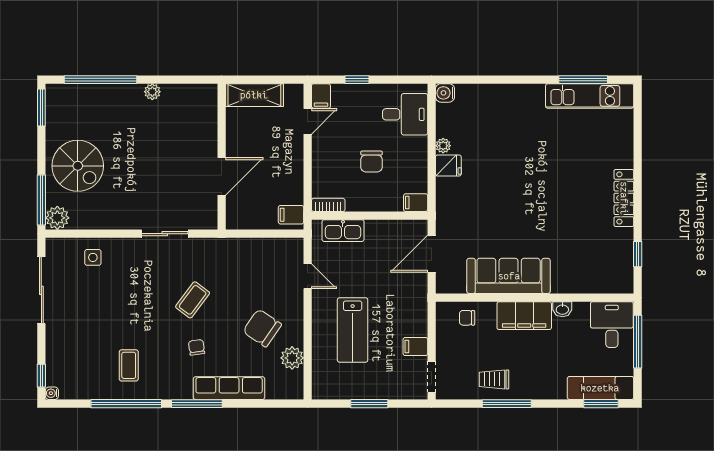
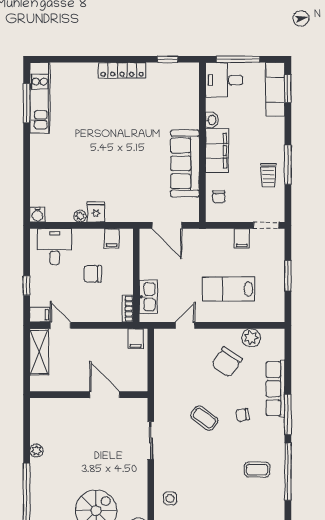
shelving: (254, 95) -> (39, 352), moved
chair: (371, 161) -> (93, 274), turned 180
filing cabinet: (416, 203) -> (112, 238), moved
lab bench: (353, 330) -> (229, 289), turned 180

